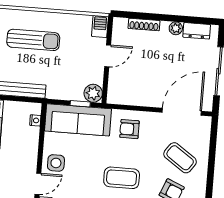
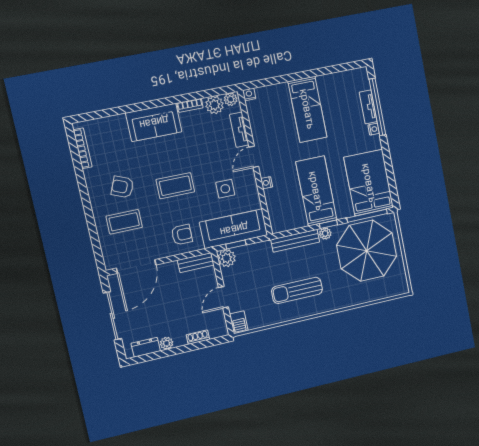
shoe rack: (144, 25) -> (198, 337), width x0.70
bench: (124, 98) -> (196, 263), added
nightstand: (35, 120) -> (267, 183), moved
coffee table: (180, 158) -> (124, 222), turned -35
side table: (56, 163) -> (225, 189), moved

